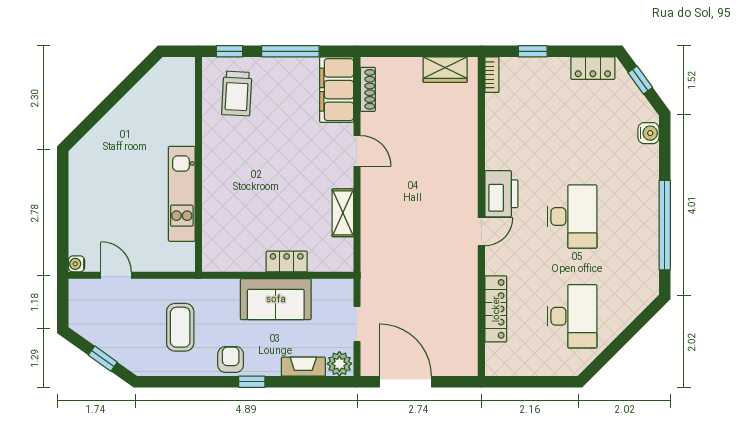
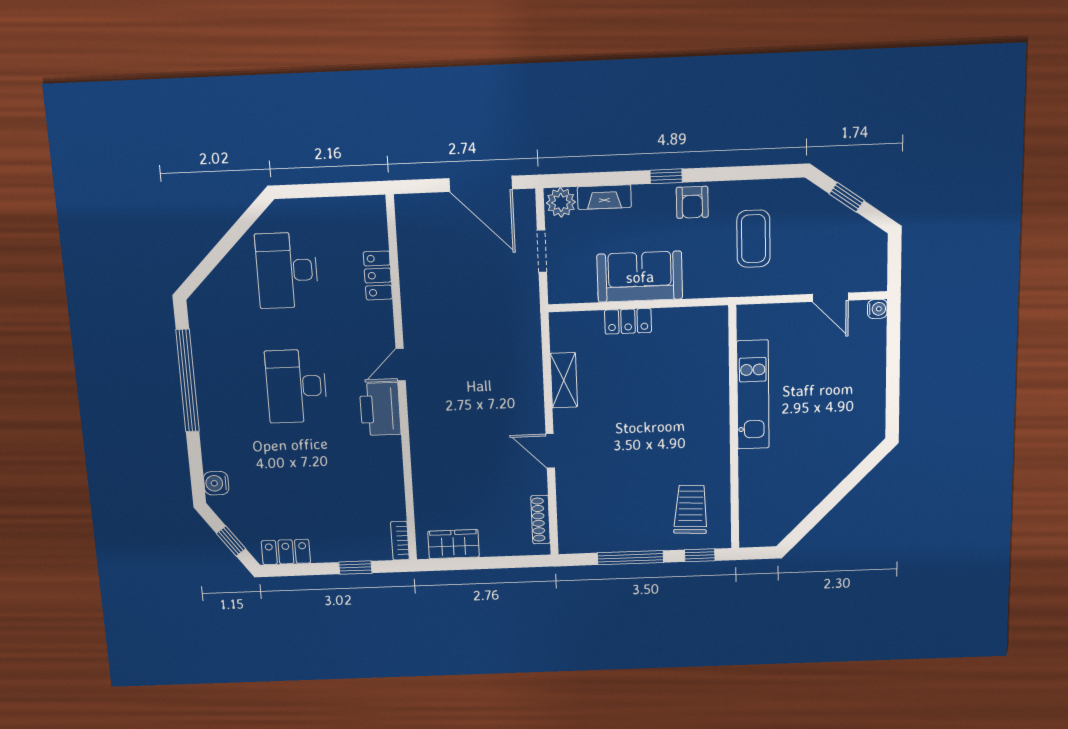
filing cabinet: (337, 90) -> (576, 518), removed
locker: (496, 309) -> (378, 276), width x0.66

